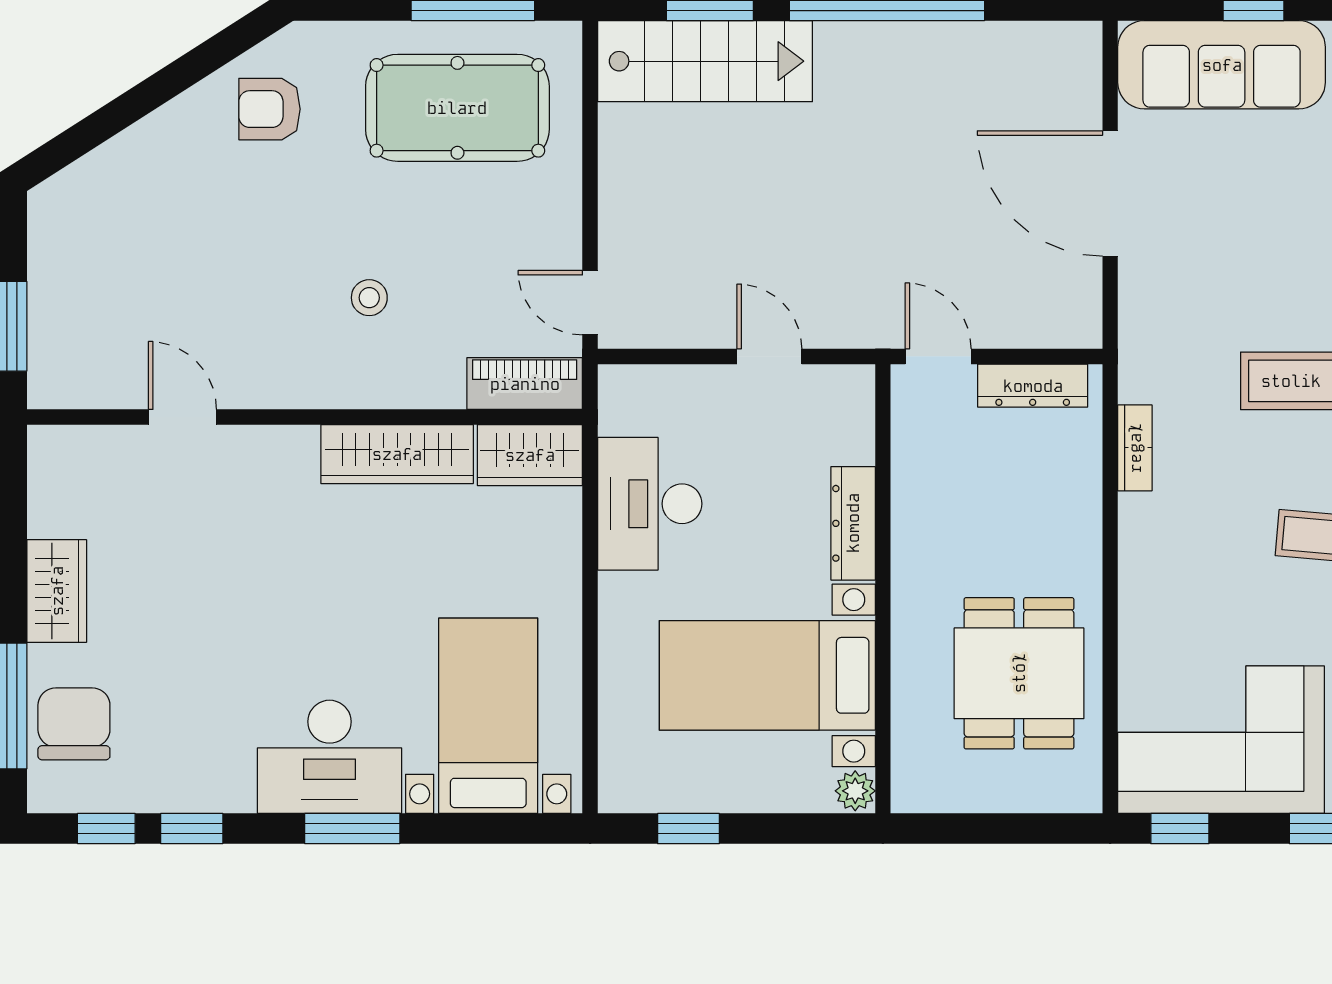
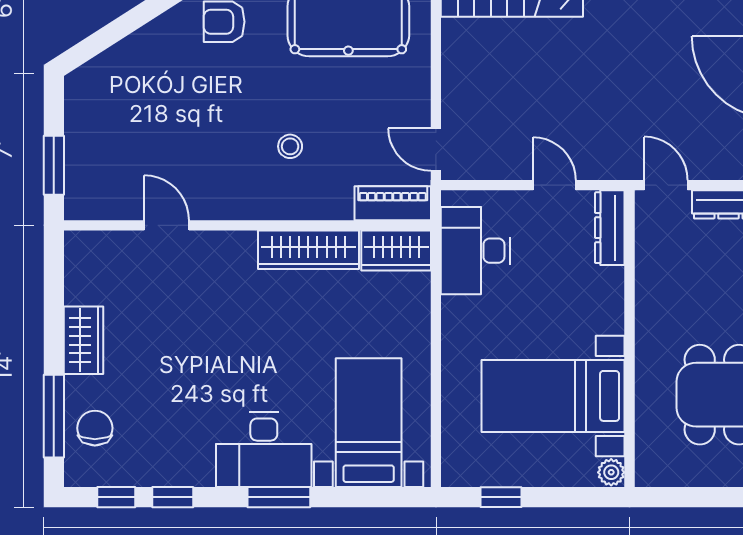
desk: (650, 504) -> (475, 251), moved
dresser: (853, 523) -> (610, 228), moved
chair: (74, 724) -> (95, 428), width x0.73, depth x0.73

